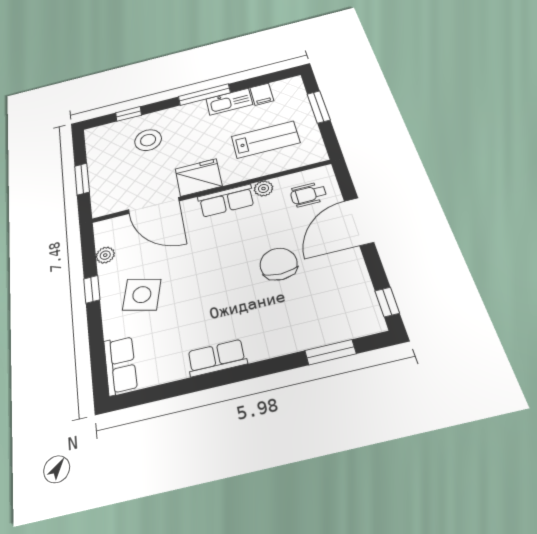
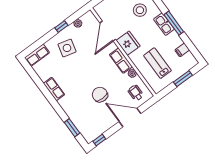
kitchen sink: (229, 102) -> (164, 24), moved
lab bench: (266, 140) -> (157, 63), turned 180
chair: (279, 264) -> (100, 95), turned -90

